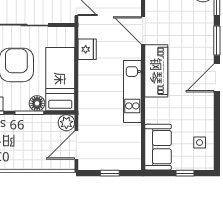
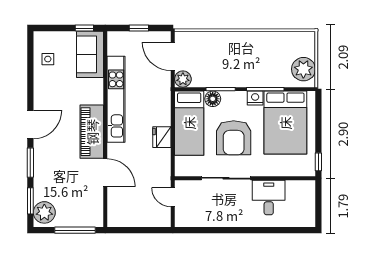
fridge: (87, 49) -> (162, 137), moved
kitchen unit: (132, 92) -> (116, 99), width x1.36
door: (76, 145) -> (173, 56), swing flipped
window: (185, 173) -> (84, 28), moved

